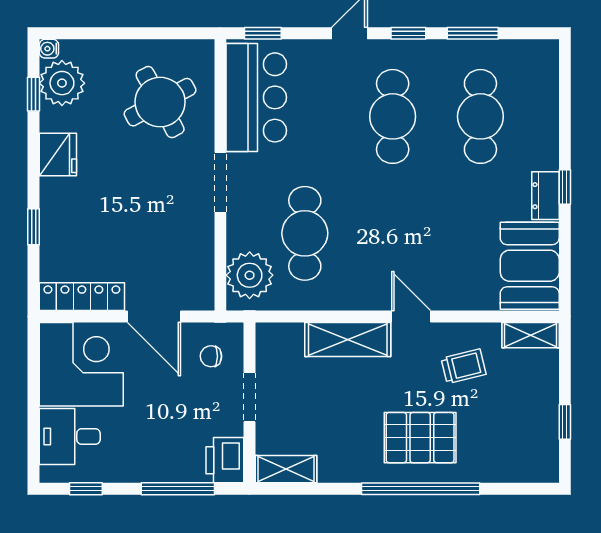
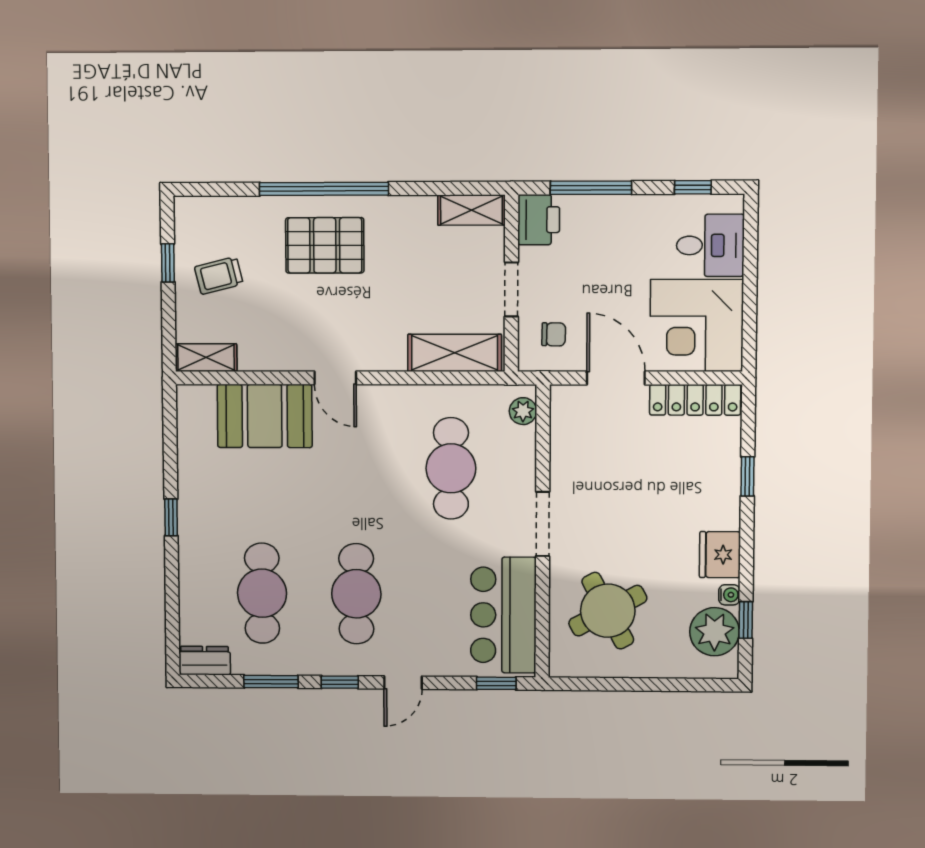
water cooler: (49, 49) -> (729, 595), moved
dresser: (545, 196) -> (205, 661), moved, turned -90
booth: (530, 266) -> (265, 416), moved, turned 90
plant: (250, 275) -> (523, 411), width x0.53, depth x0.53
shelving: (348, 339) -> (455, 353), moved
trolley: (464, 366) -> (219, 275), moved

